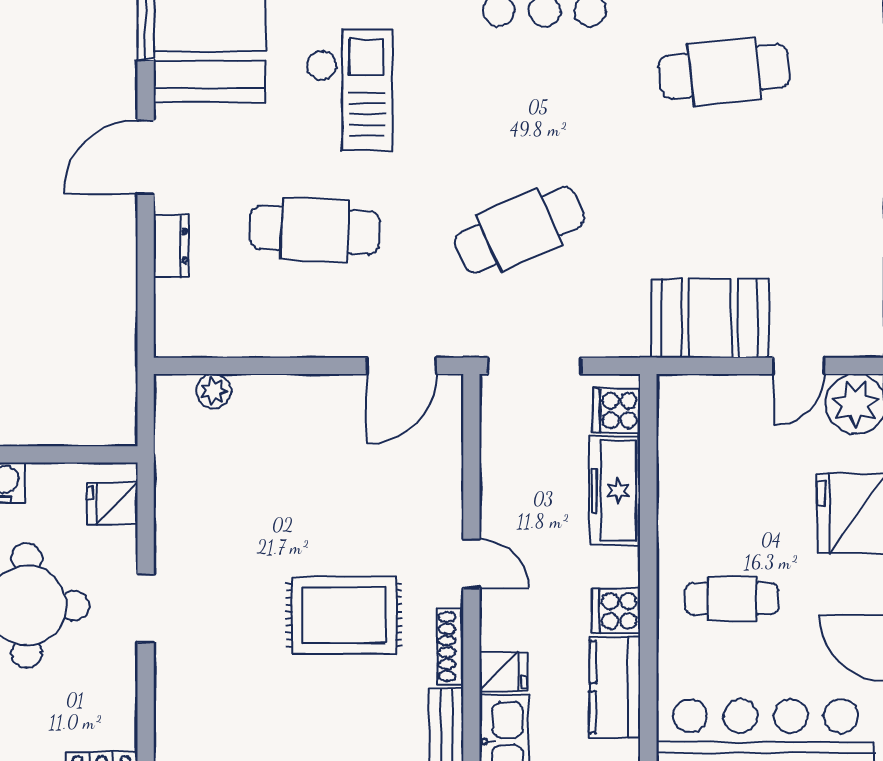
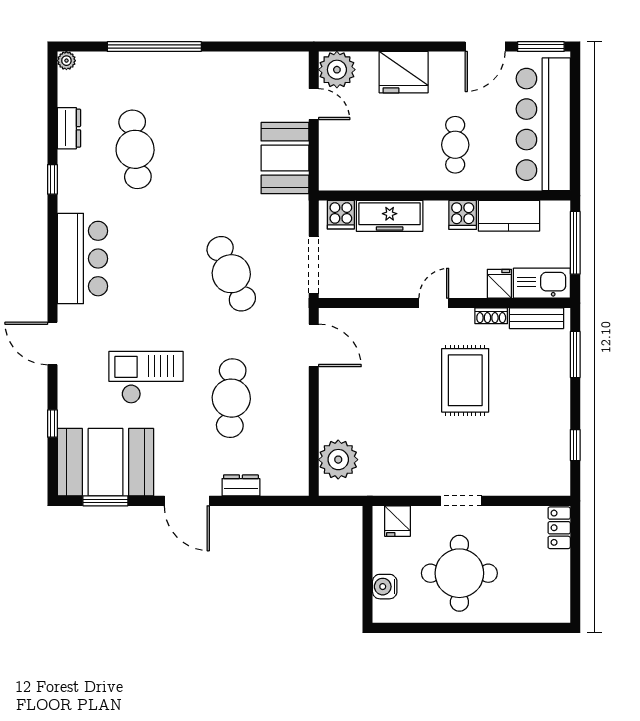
plant: (214, 391) -> (338, 460), width x1.88, depth x1.88
shoe rack: (450, 646) -> (491, 316), width x0.70

